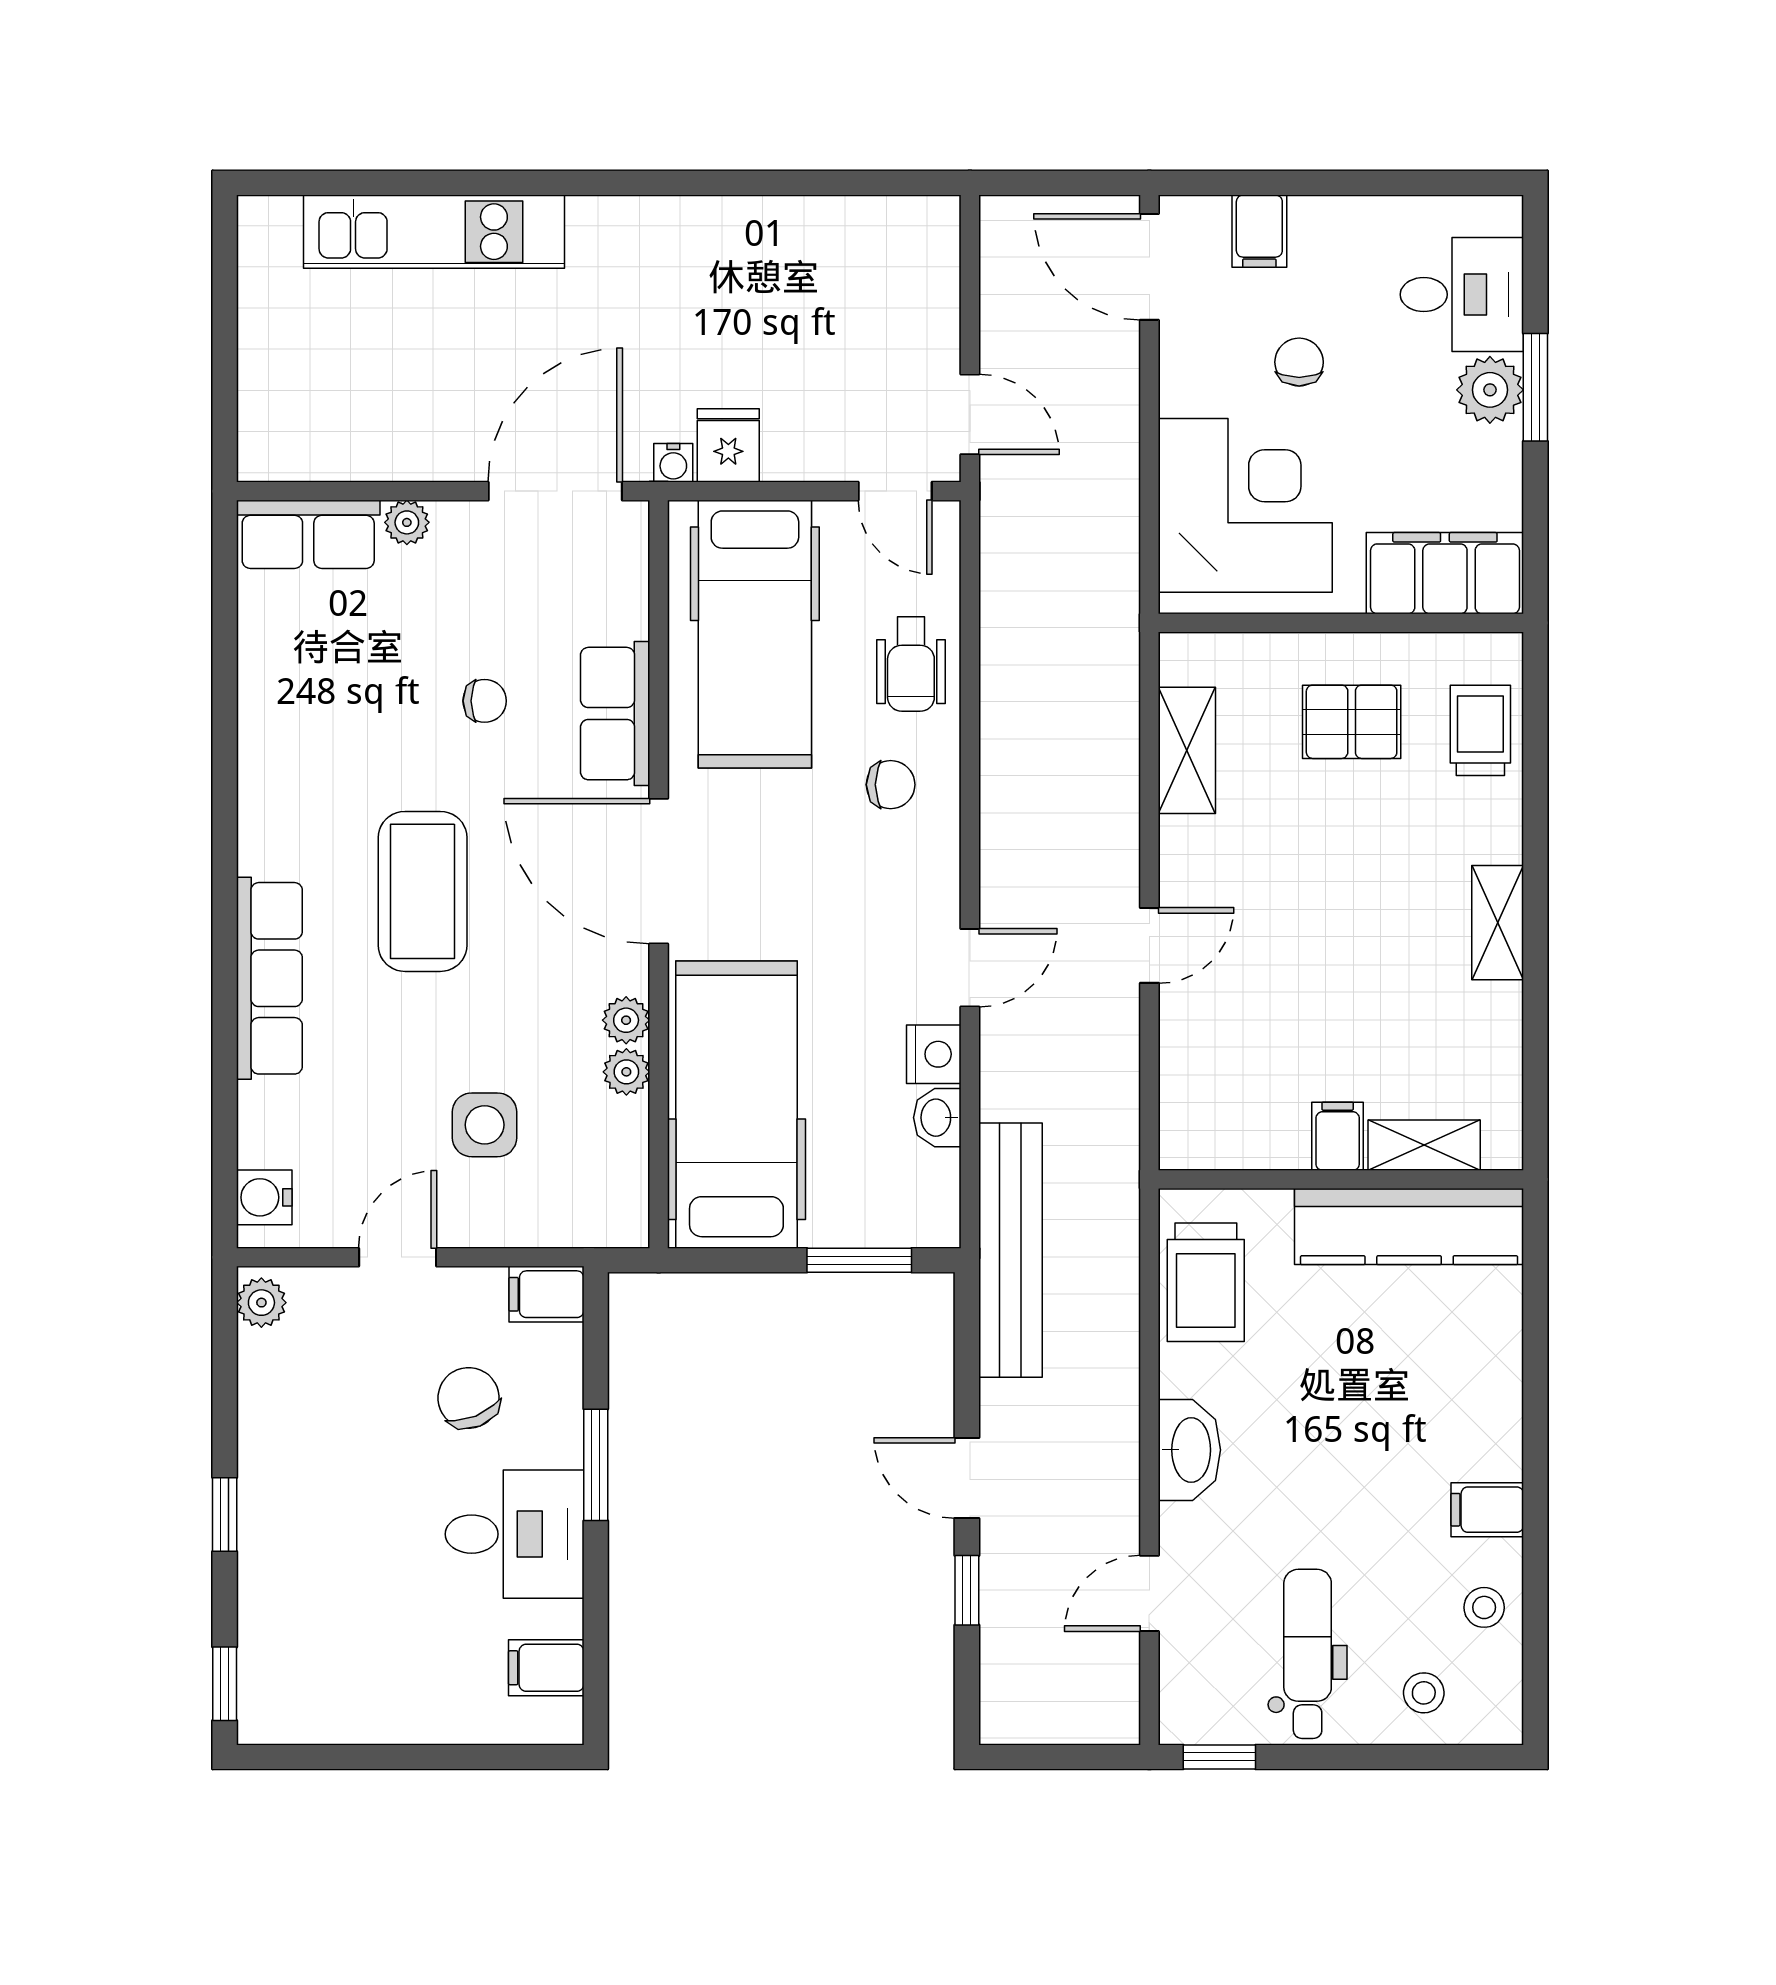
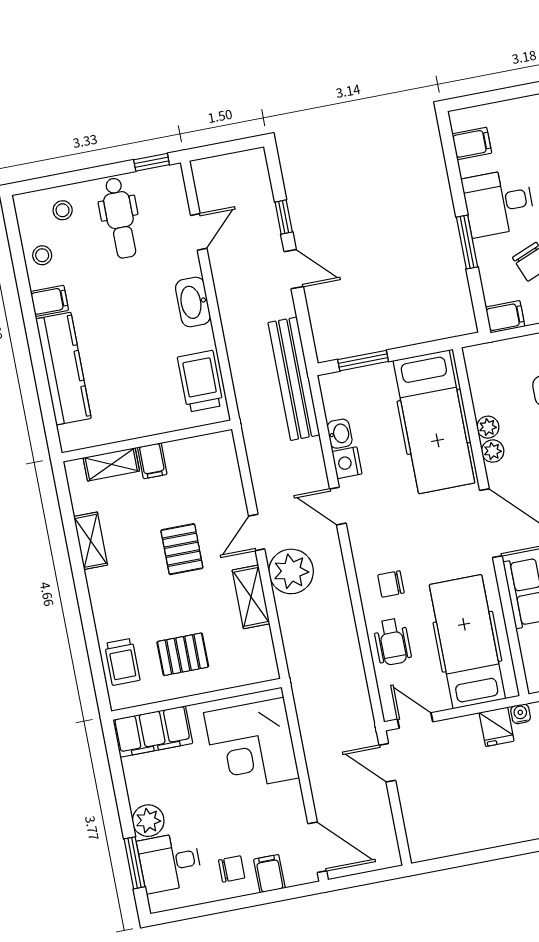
chair: (1299, 362) -> (232, 869), moved, turned -90
window: (1535, 387) -> (134, 863), moved
wheelchair: (911, 664) -> (392, 642), turned 180
shelving: (1187, 750) -> (251, 597), moved
plant: (1093, 851) -> (291, 571), added
shelving: (1498, 923) -> (91, 541), moved
pallet: (1311, 941) -> (182, 549), added
door: (970, 968) -> (338, 506), hinge flipped
kitchen counter: (1409, 1227) -> (63, 369), moved, turned 90

